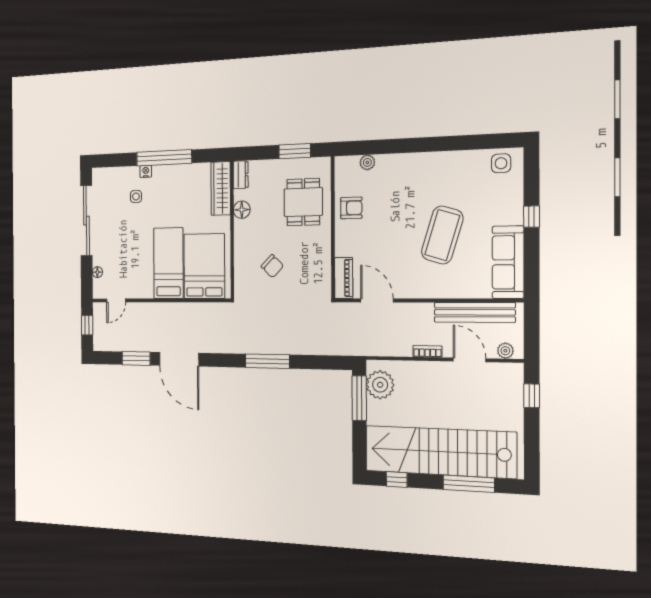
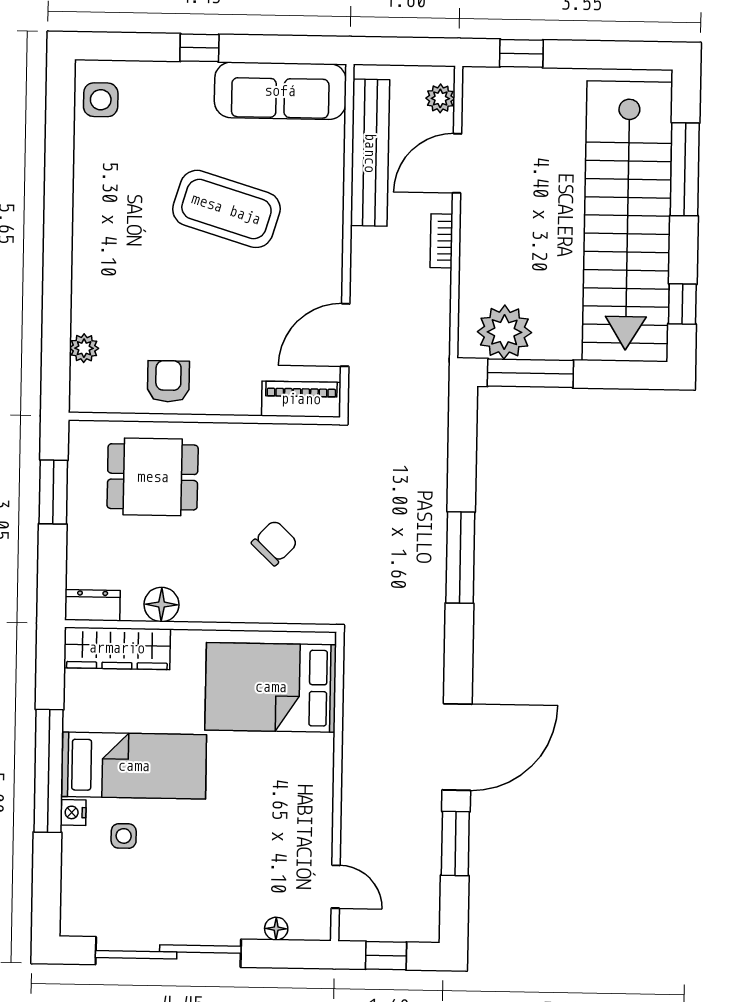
bed: (168, 263) -> (134, 766), moved, turned 180

